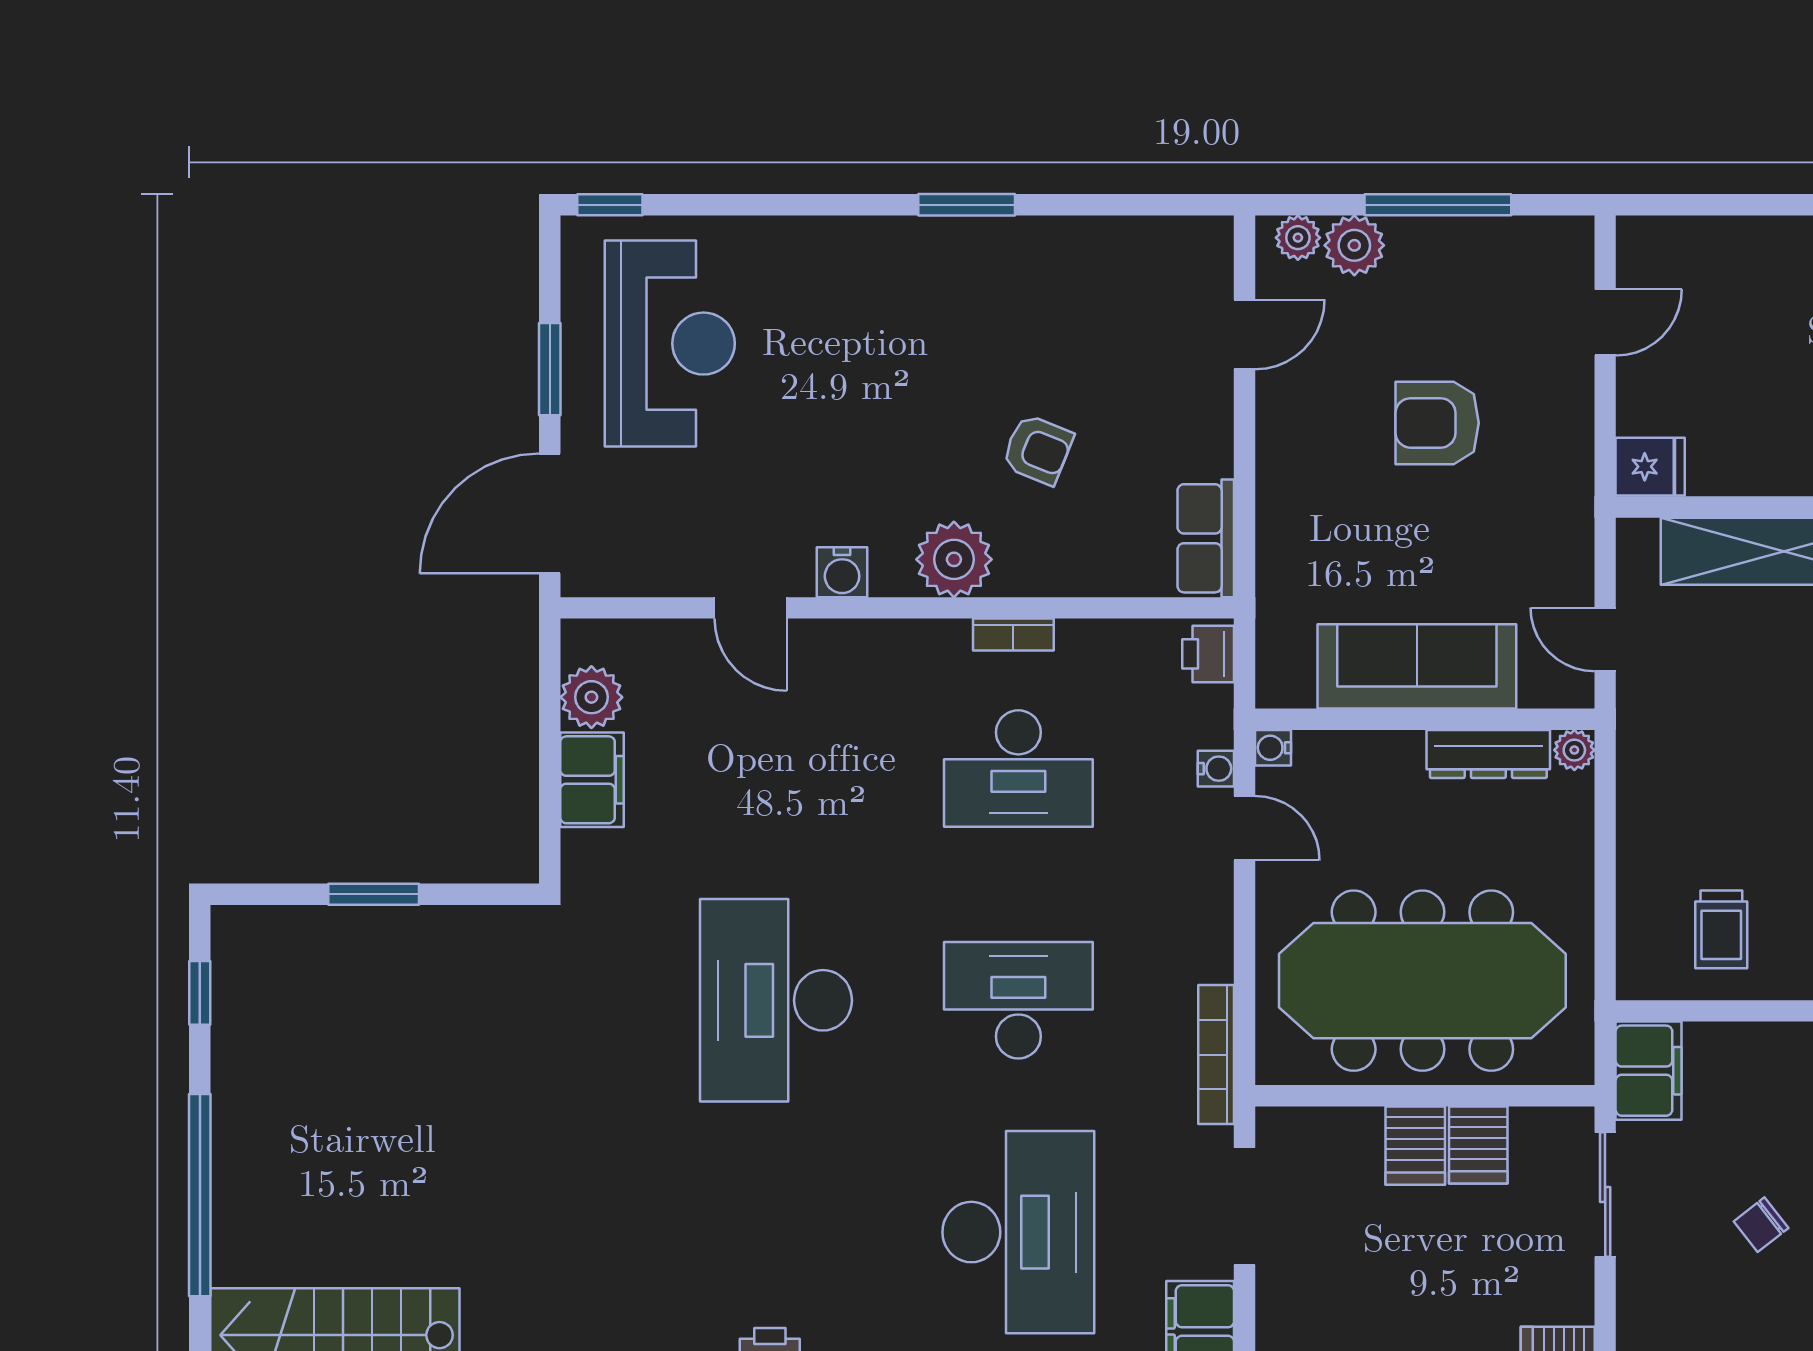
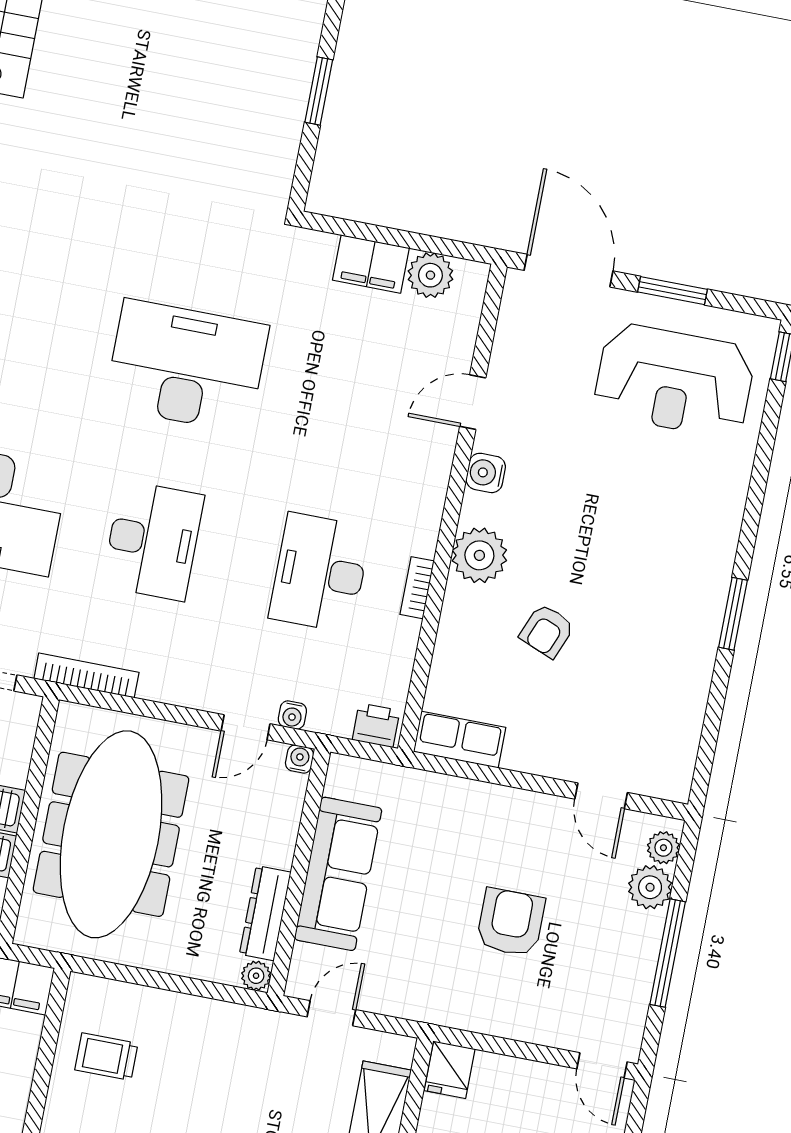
door: (1605, 322) -> (602, 1065), moved

